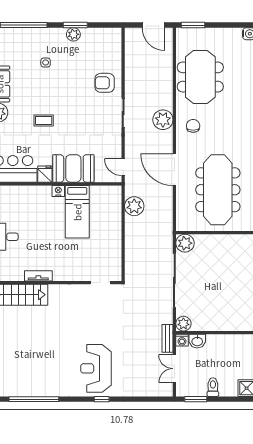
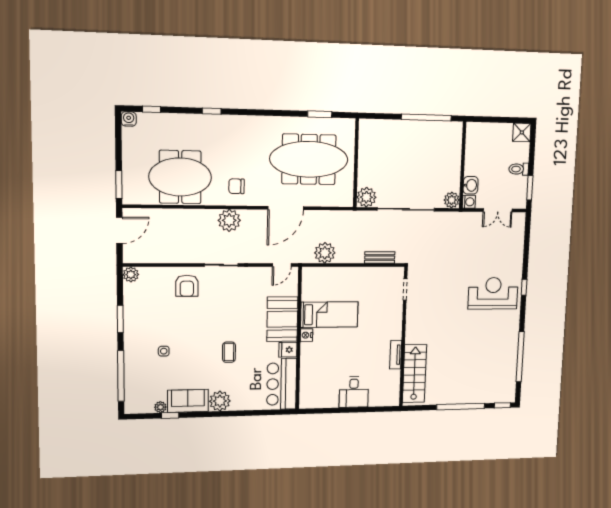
plant: (73, 34) -> (131, 275), moved
bench: (168, 338) -> (380, 257), moved
reception desk: (96, 368) -> (493, 293), turned 180

